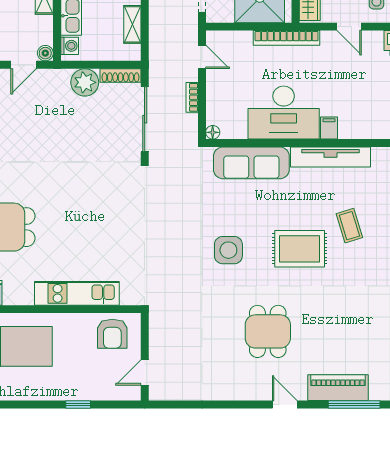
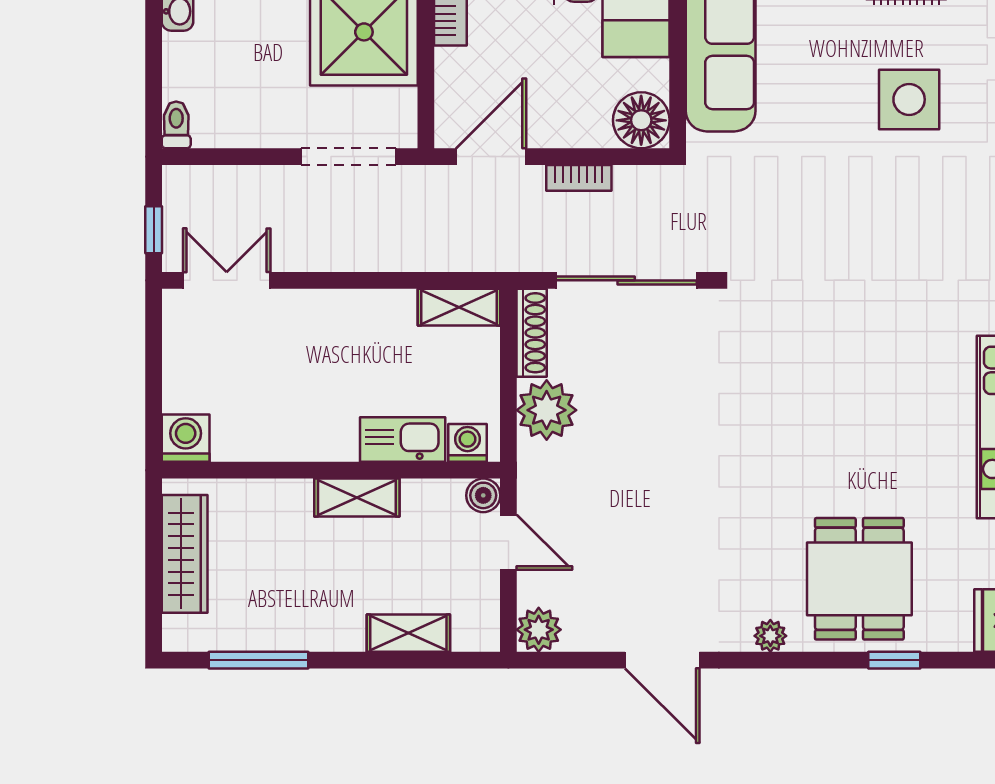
shelving: (132, 24) -> (459, 307), moved
door: (202, 57) -> (491, 157), width x1.38
floor lamp: (213, 132) -> (641, 120), width x1.89, depth x1.89

